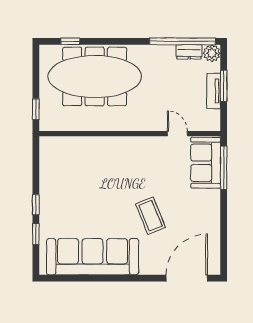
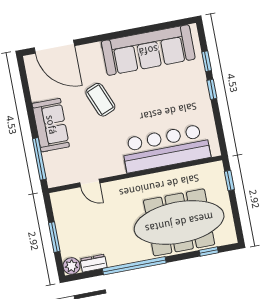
window: (182, 41) -> (134, 266), moved
tv unit: (214, 91) -> (63, 230), removed
bar counter: (94, 154) -> (166, 148), added
sofa: (206, 163) -> (51, 125), moved
door: (187, 278) -> (54, 47), hinge flipped

